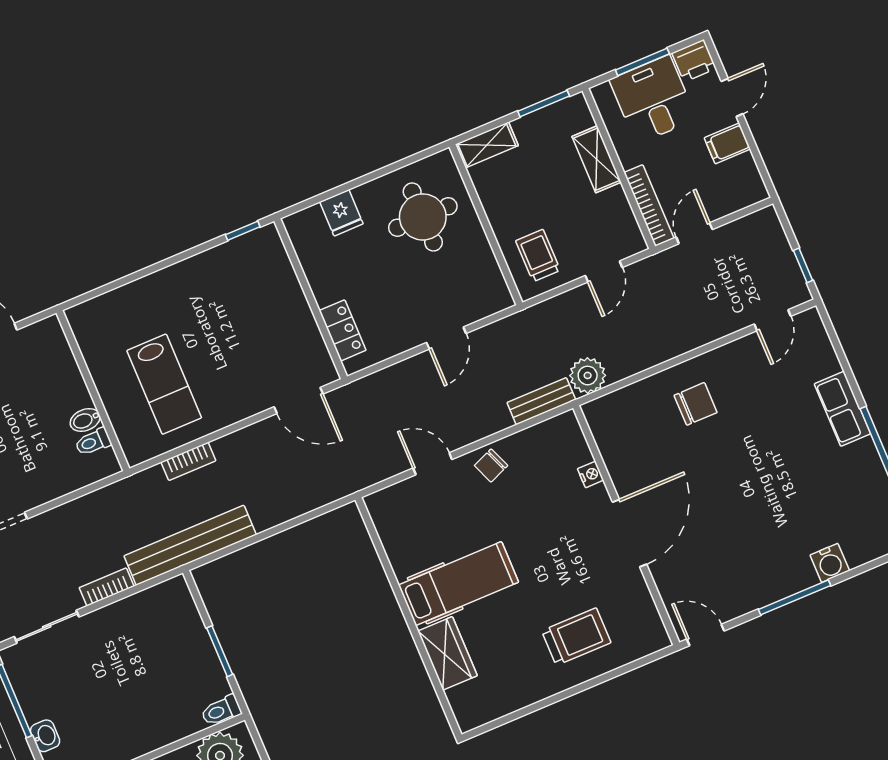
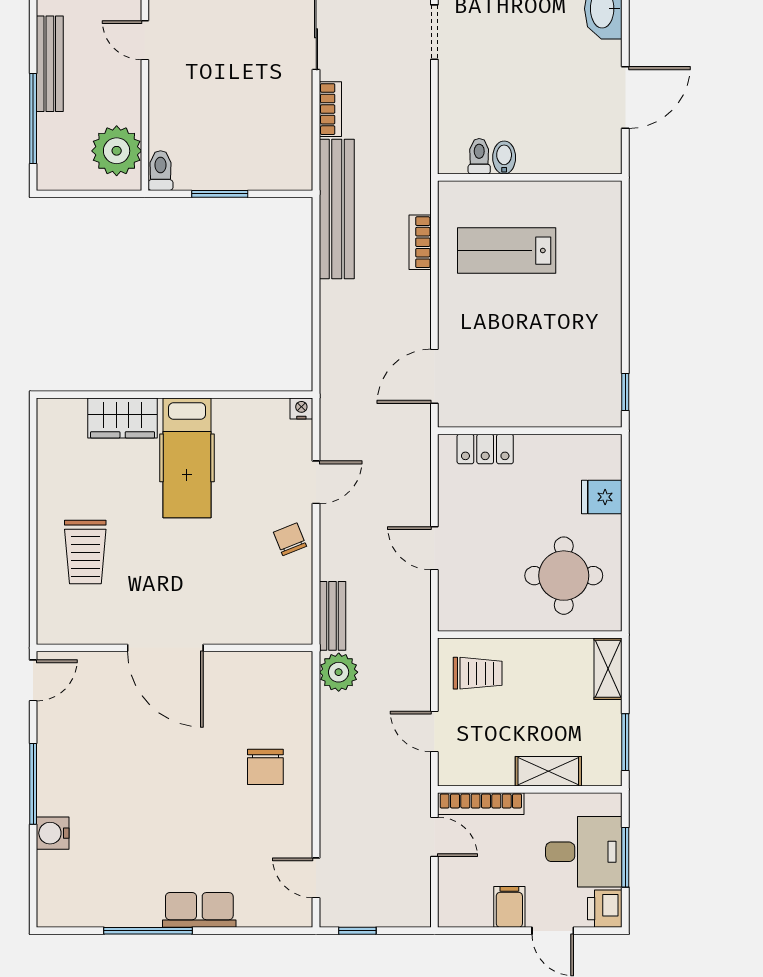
nightstand: (591, 474) -> (301, 409), moved, turned 180

